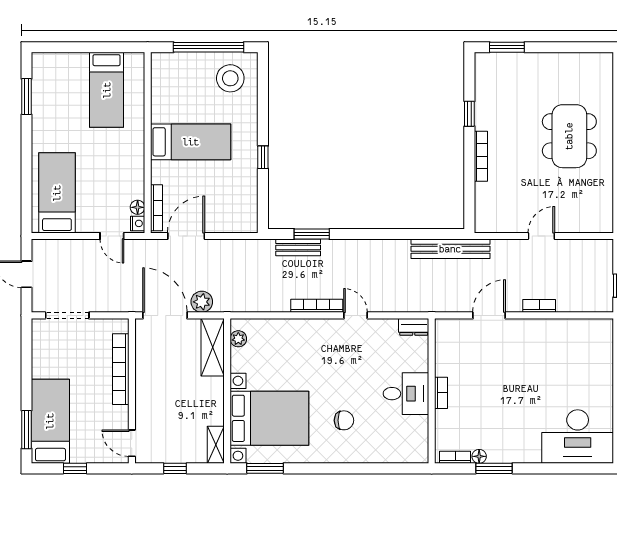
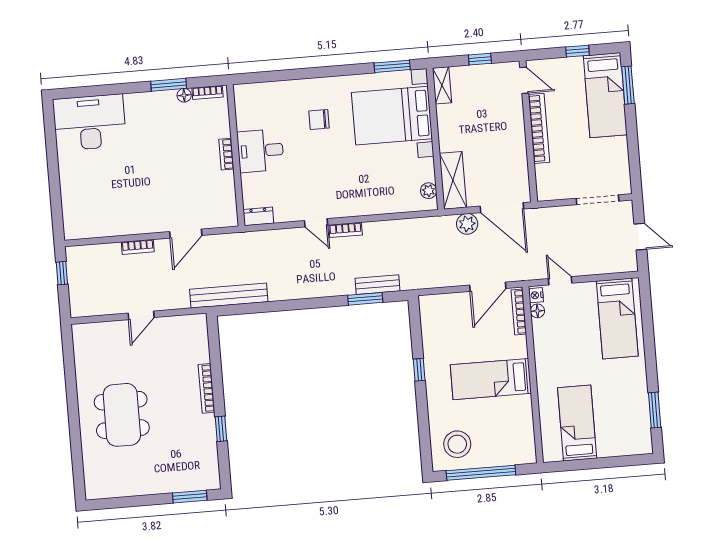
bookcase: (317, 306) -> (346, 230), width x0.64
bookcase: (121, 369) -> (539, 128), moved

